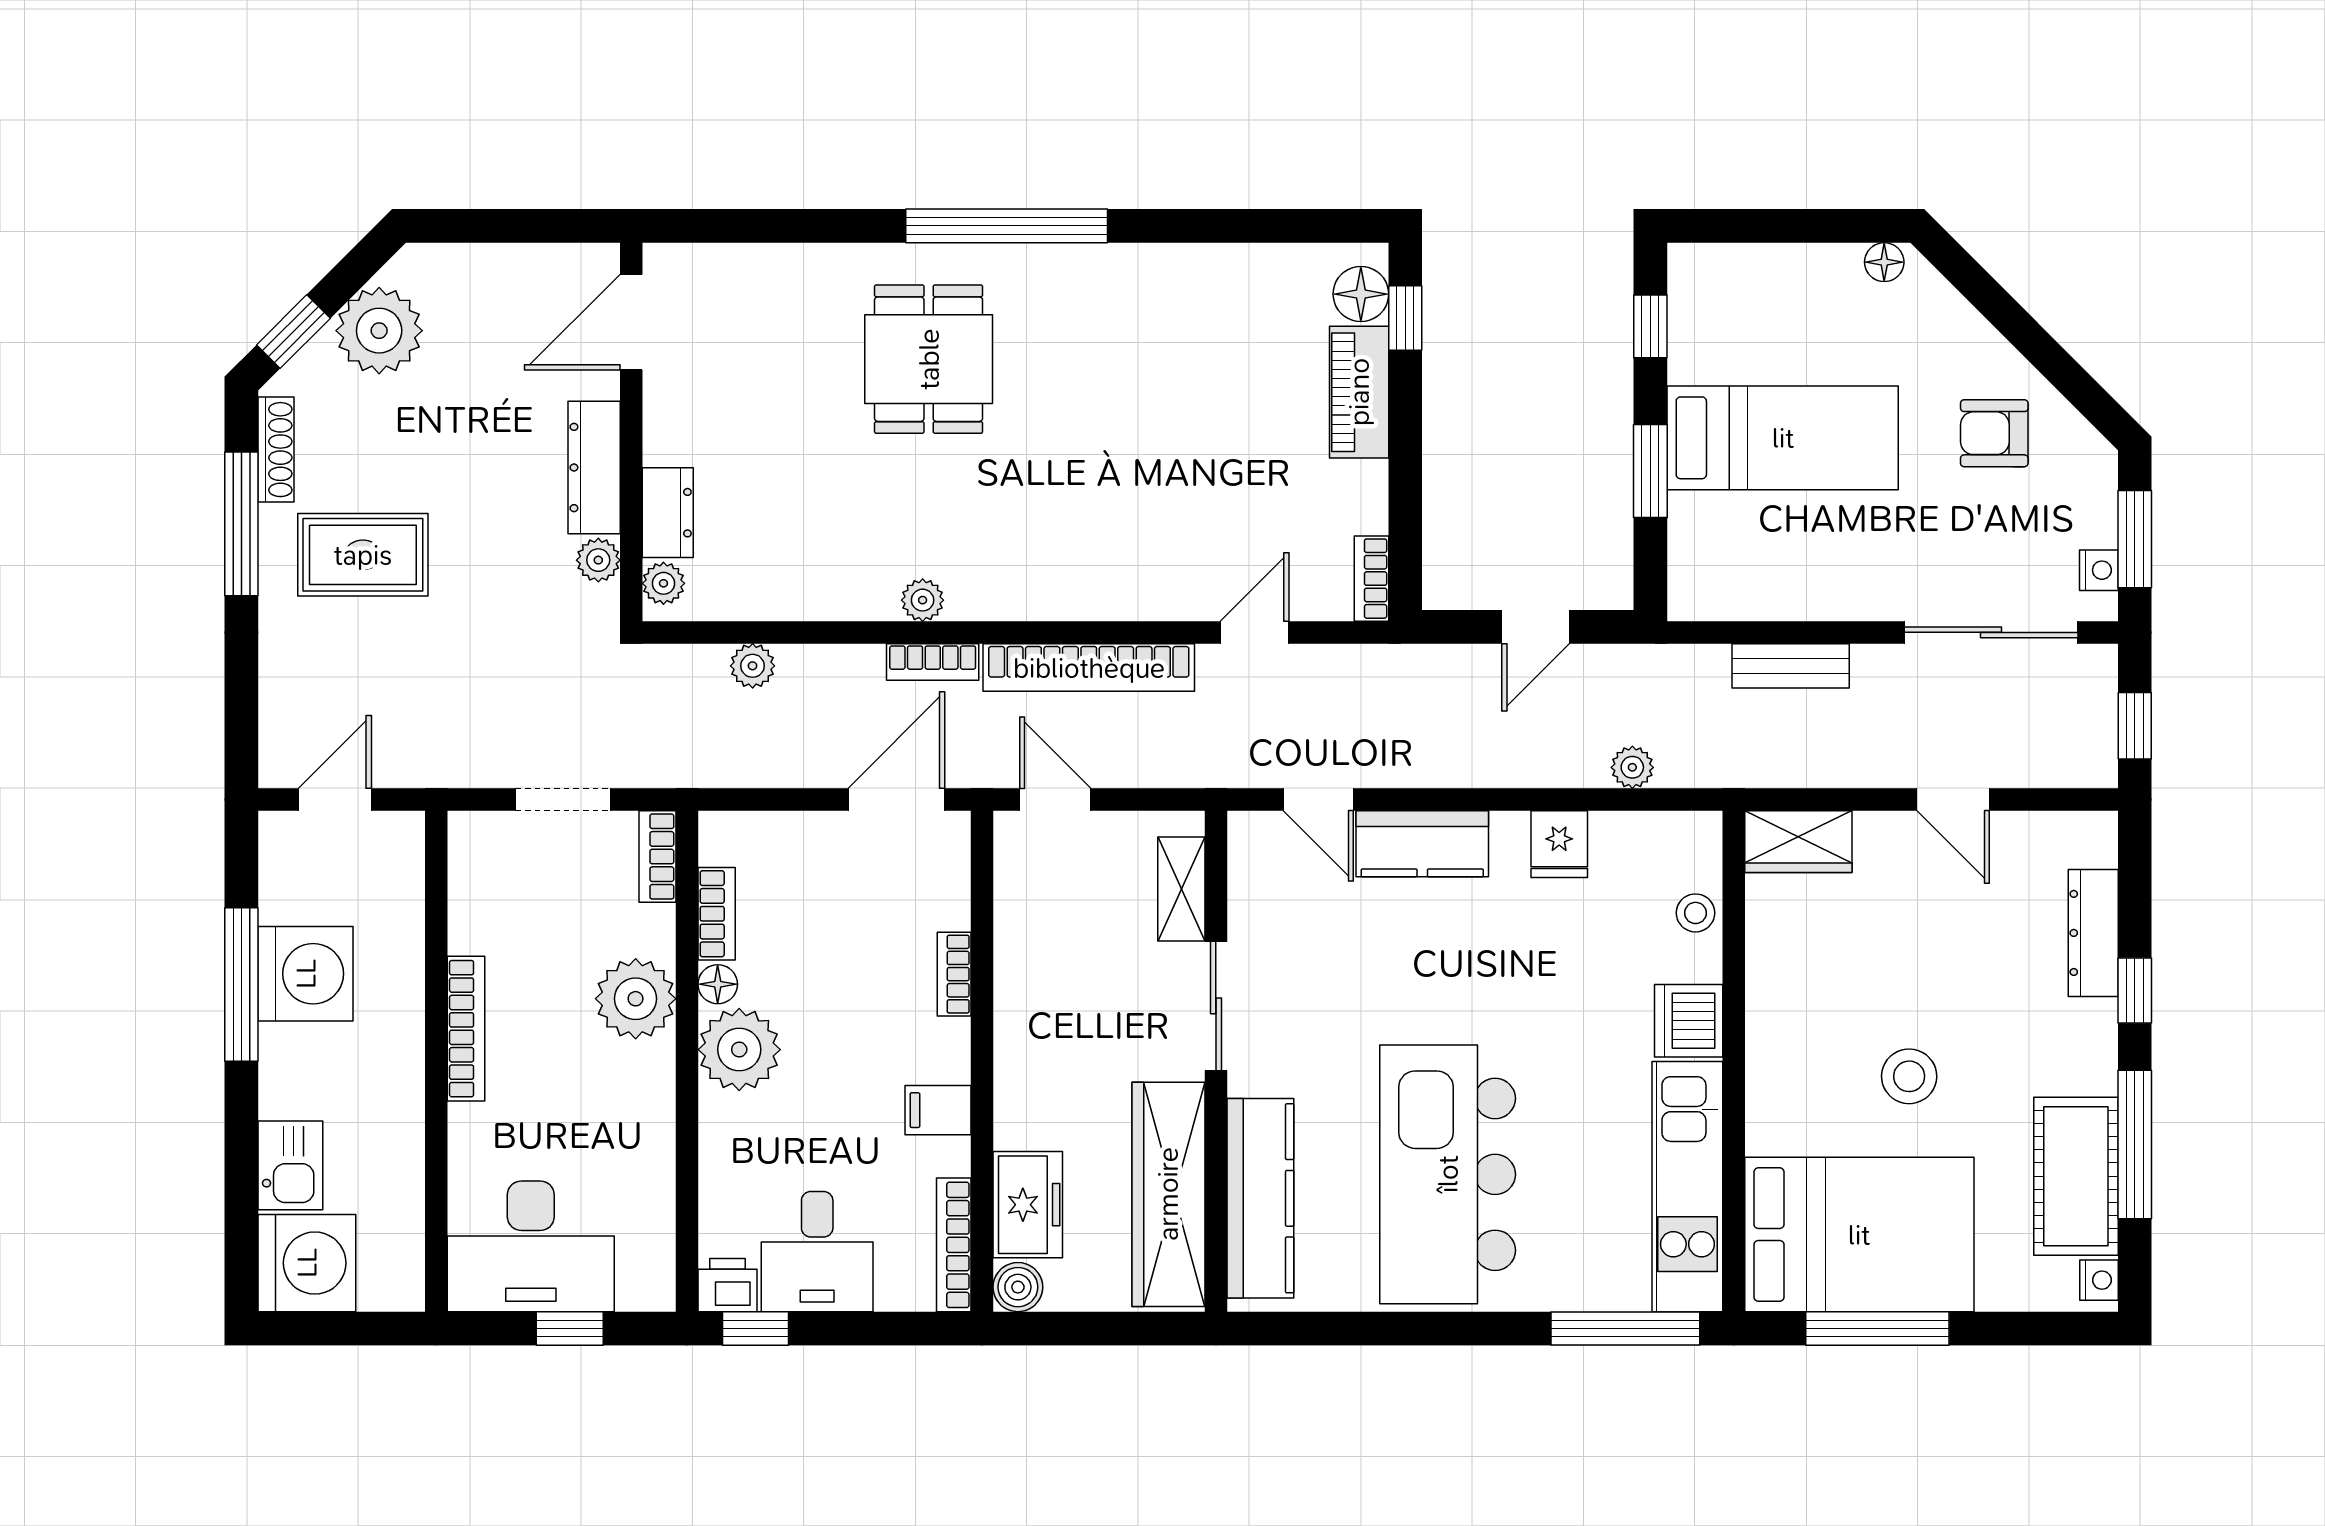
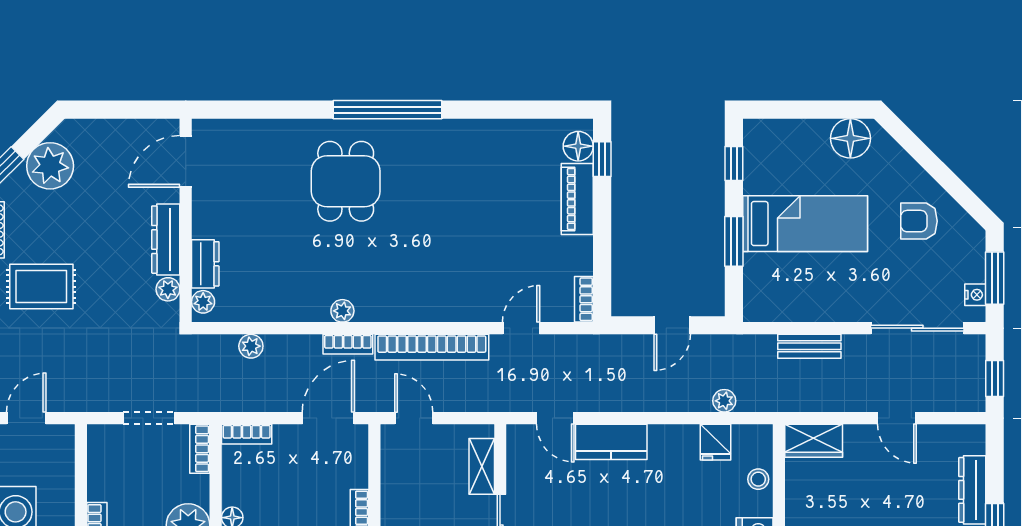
floor lamp: (1884, 262) -> (850, 138), width x1.89, depth x1.89
fridge: (1559, 844) -> (715, 442), moved
bookcase: (717, 914) -> (247, 434), moved, turned 90

